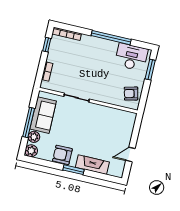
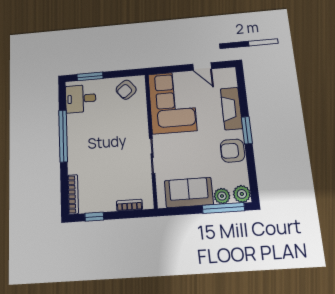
desk: (131, 57) -> (81, 99), width x0.73
armchair: (131, 94) -> (126, 90), turned 65
window: (29, 123) -> (223, 208), moved
corner sofa: (111, 124) -> (172, 102), added
armchair: (62, 155) -> (232, 151), turned 90

